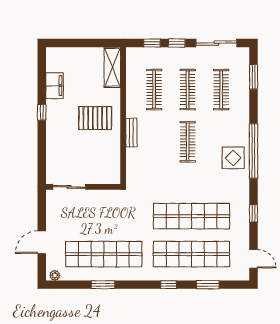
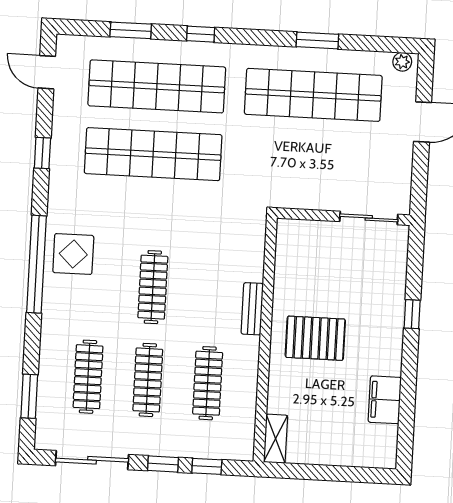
shelving: (112, 67) -> (276, 439), width x0.67, depth x0.75
window: (42, 112) -> (412, 314), moved

